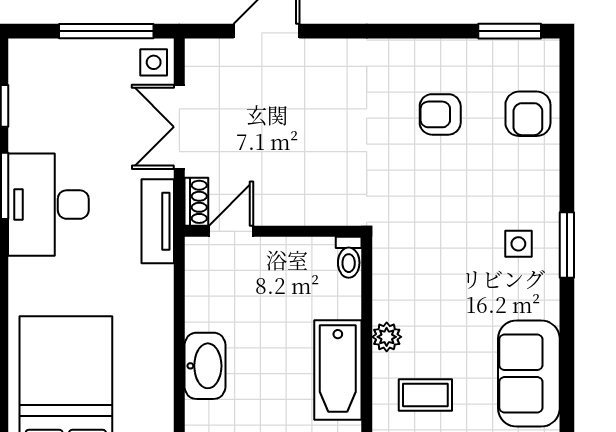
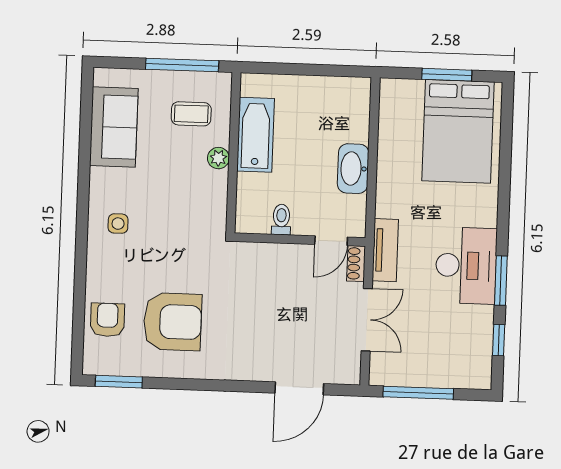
side table: (154, 62) -> (384, 368), removed
armchair: (440, 114) -> (173, 322), width x1.88, depth x1.88
window: (567, 245) -> (82, 221), removed
toilet: (349, 257) -> (281, 220), moved
washbasin: (205, 366) -> (353, 169), moved

